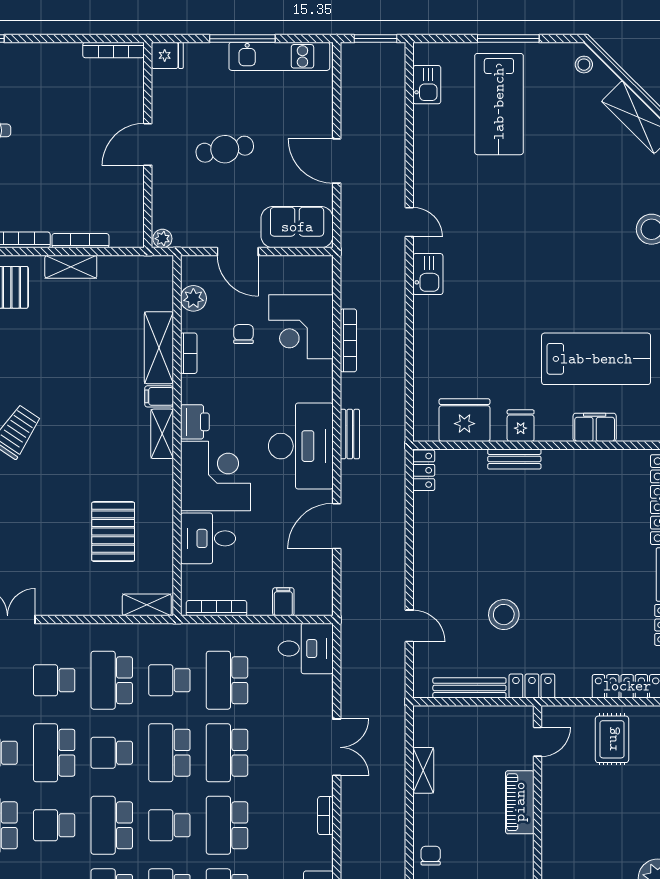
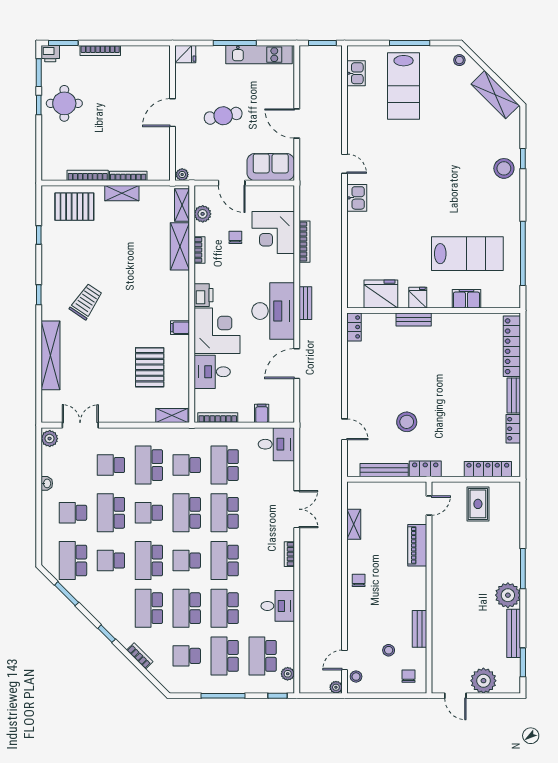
bookcase: (114, 50) -> (100, 50), moved
filing cabinet: (159, 396) -> (180, 328), moved
shelving: (162, 434) -> (182, 205), moved

